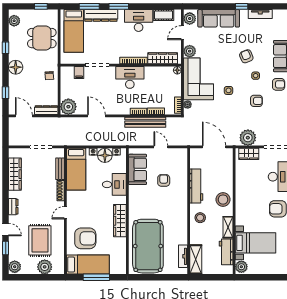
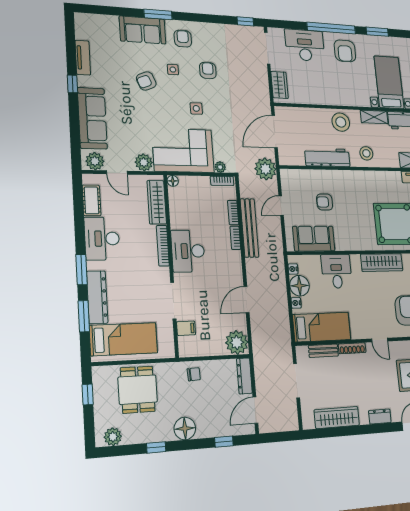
plant: (248, 138) -> (265, 169), moved

